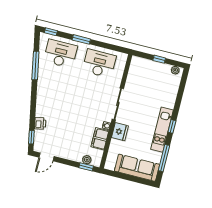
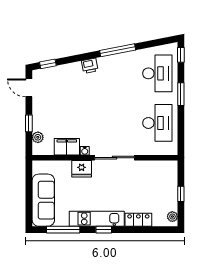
window: (35, 65) -> (118, 50), moved
locker: (171, 97) -> (138, 220), added
printer: (40, 123) -> (90, 66), moved
window: (86, 167) -> (29, 123), moved

